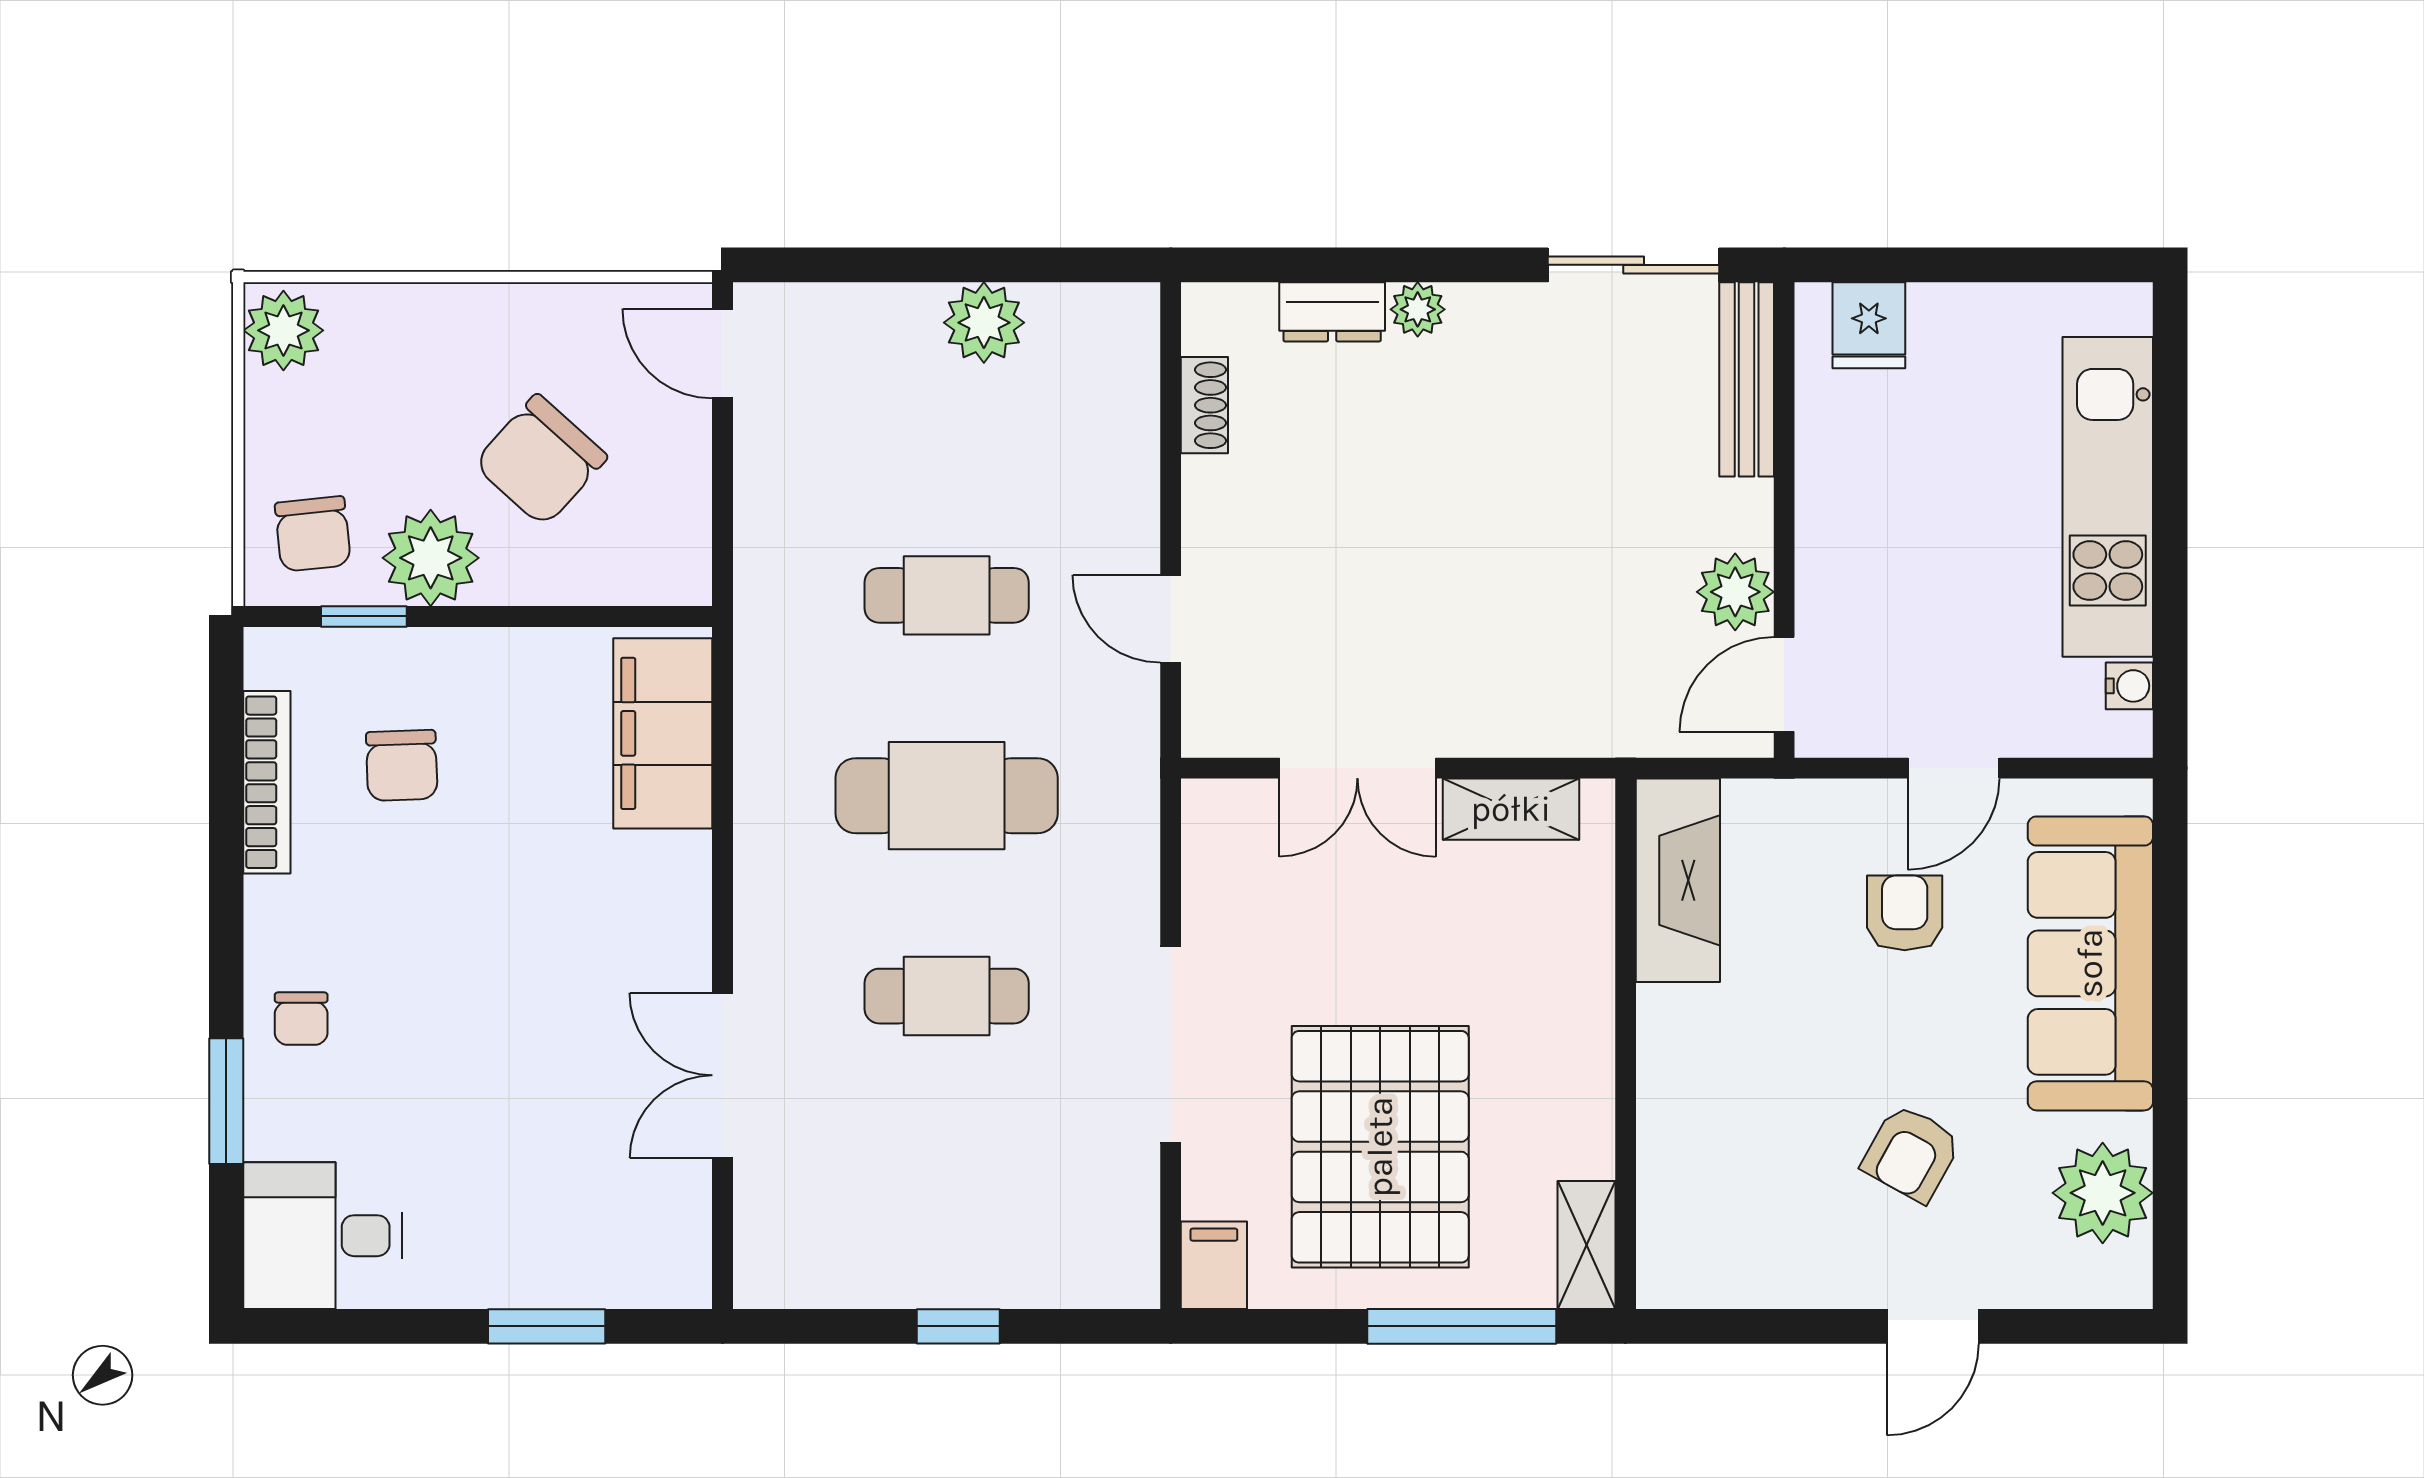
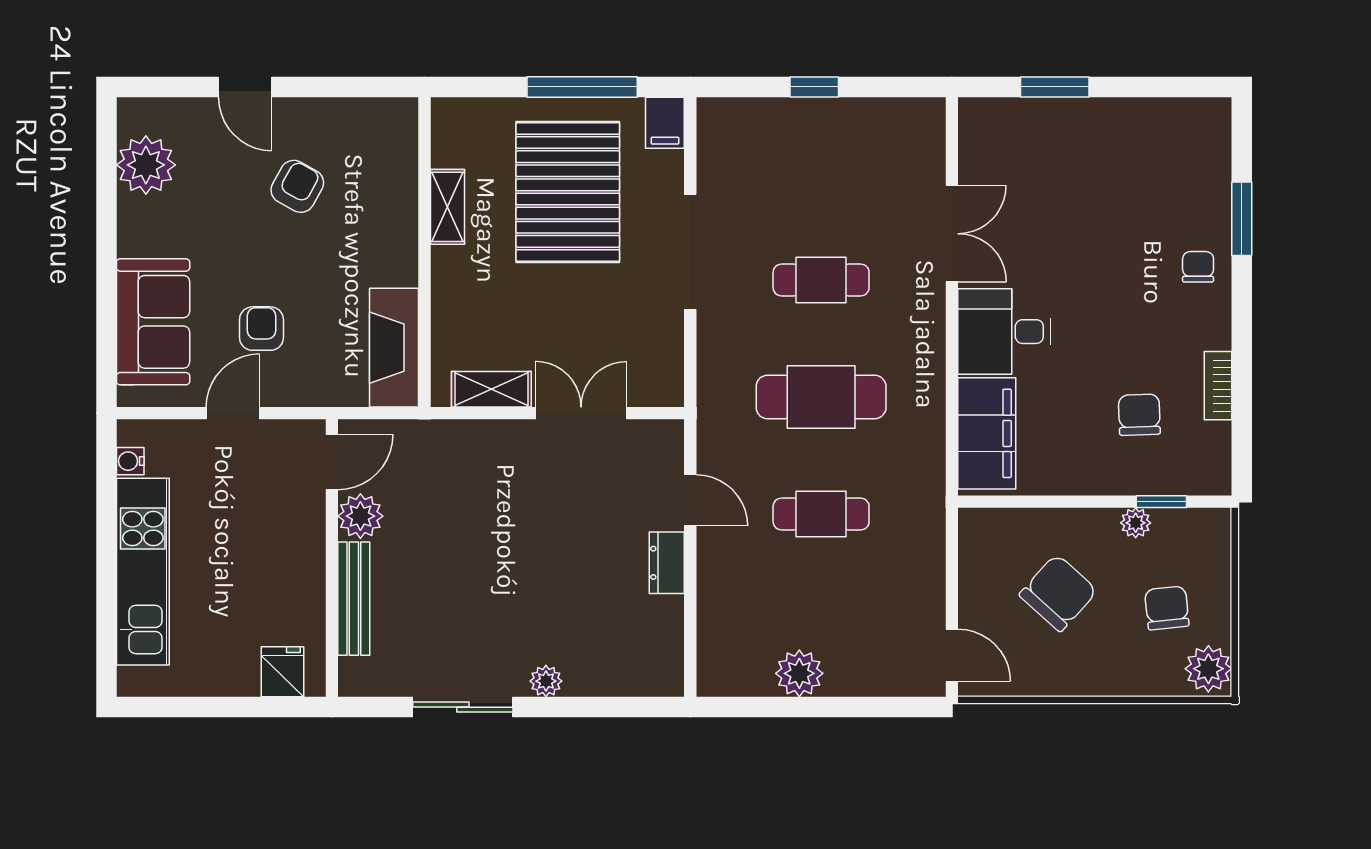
sliding door: (1634, 265) -> (463, 707), moved
dresser: (1332, 312) -> (667, 563), moved, turned -90
bench: (1747, 379) -> (354, 599), moved
shoe rack: (1204, 405) -> (671, 625), removed
chair: (313, 534) -> (1167, 608), moved
plant: (431, 558) -> (1136, 523), width x0.53, depth x0.53
bookcase: (267, 782) -> (1218, 386), width x0.64
armchair: (1905, 913) -> (261, 329), turned 180
sofa: (2090, 963) -> (153, 322), width x0.73
armchair: (1911, 1153) -> (297, 186), moved
desk: (323, 1236) -> (1004, 332), moved, turned 180
shelving: (1586, 1245) -> (447, 207), moved
window: (1462, 1326) -> (582, 87), moved
door: (1933, 1326) -> (245, 87), swing flipped

